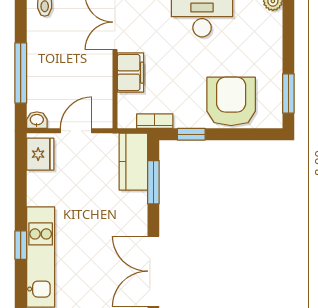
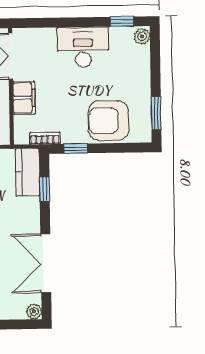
armchair: (231, 101) -> (108, 121), turned -90
window: (153, 182) -> (45, 189), width x0.67

